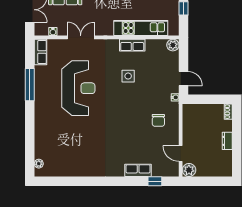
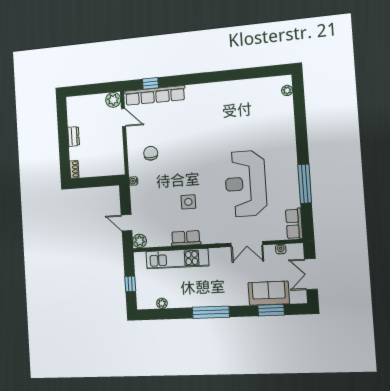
door: (183, 79) -> (127, 223), moved
row of seats: (138, 170) -> (155, 95), width x2.02

